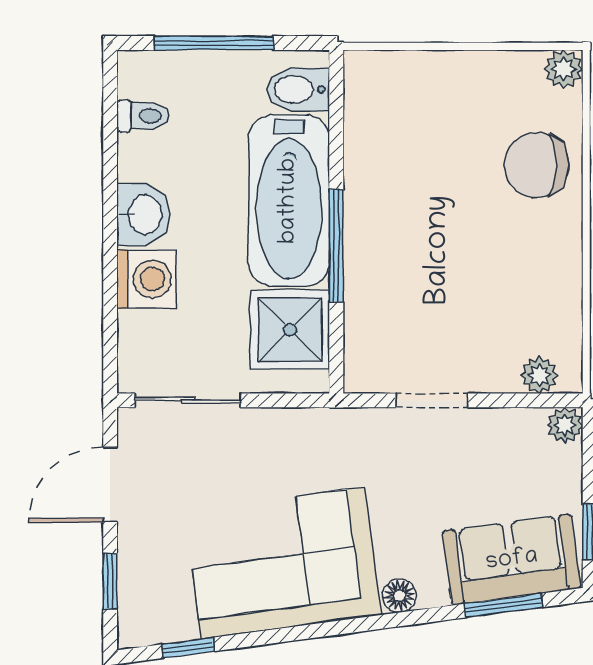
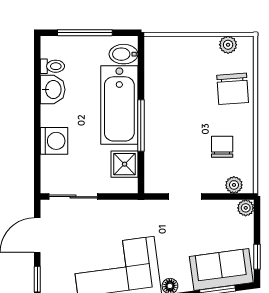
plant: (564, 69) -> (228, 45), moved
chair: (536, 165) -> (233, 89), turned -94
washbasin: (143, 214) -> (53, 90), moved
chair: (513, 292) -> (222, 147), added
shower: (290, 330) -> (125, 164), width x0.73, depth x0.73

